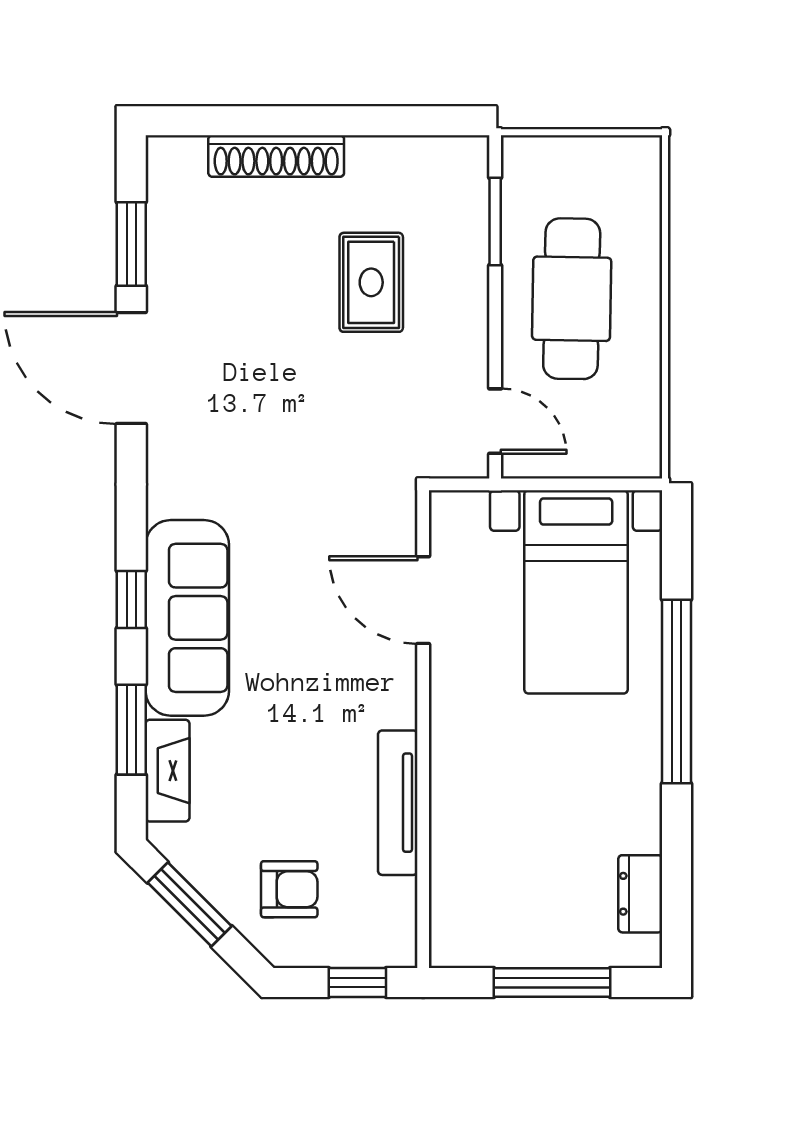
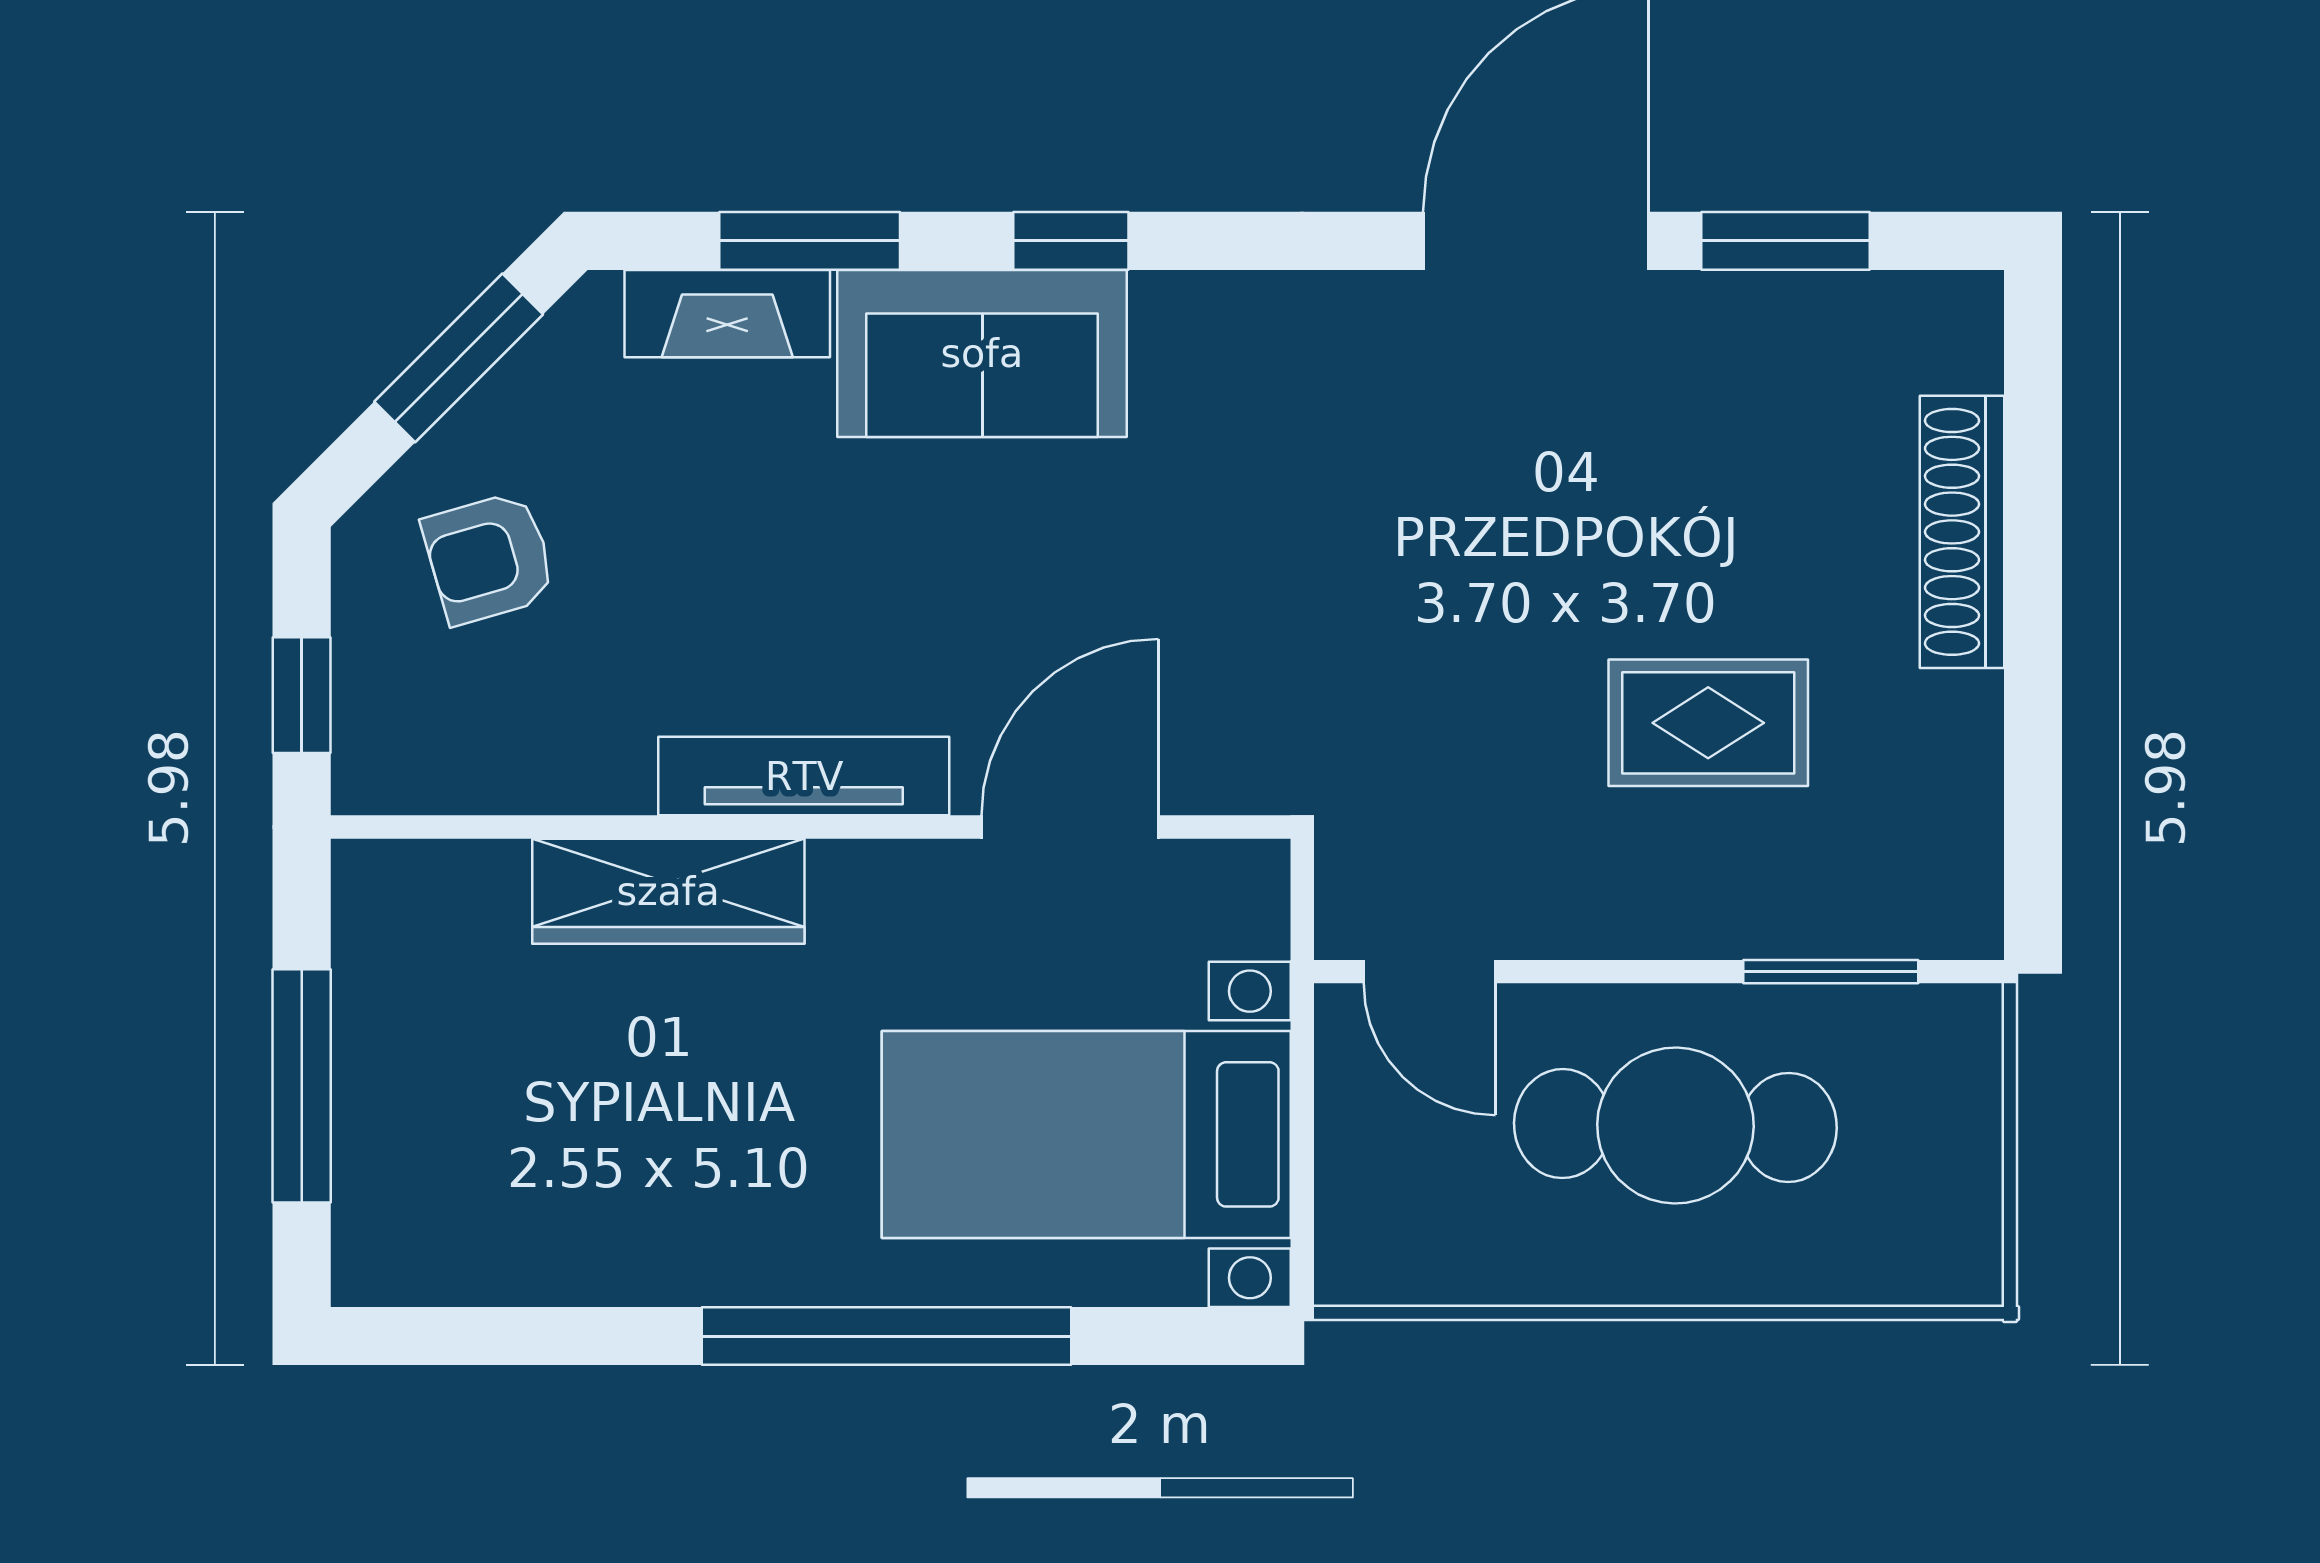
door: (495, 421) -> (1429, 972), hinge flipped
sofa: (187, 618) -> (982, 353), width x0.73
wardrobe: (455, 800) -> (668, 891), added
tv unit: (398, 803) -> (804, 776), moved
armchair: (289, 889) -> (489, 558), turned 74
dresser: (640, 894) -> (480, 1263), removed

